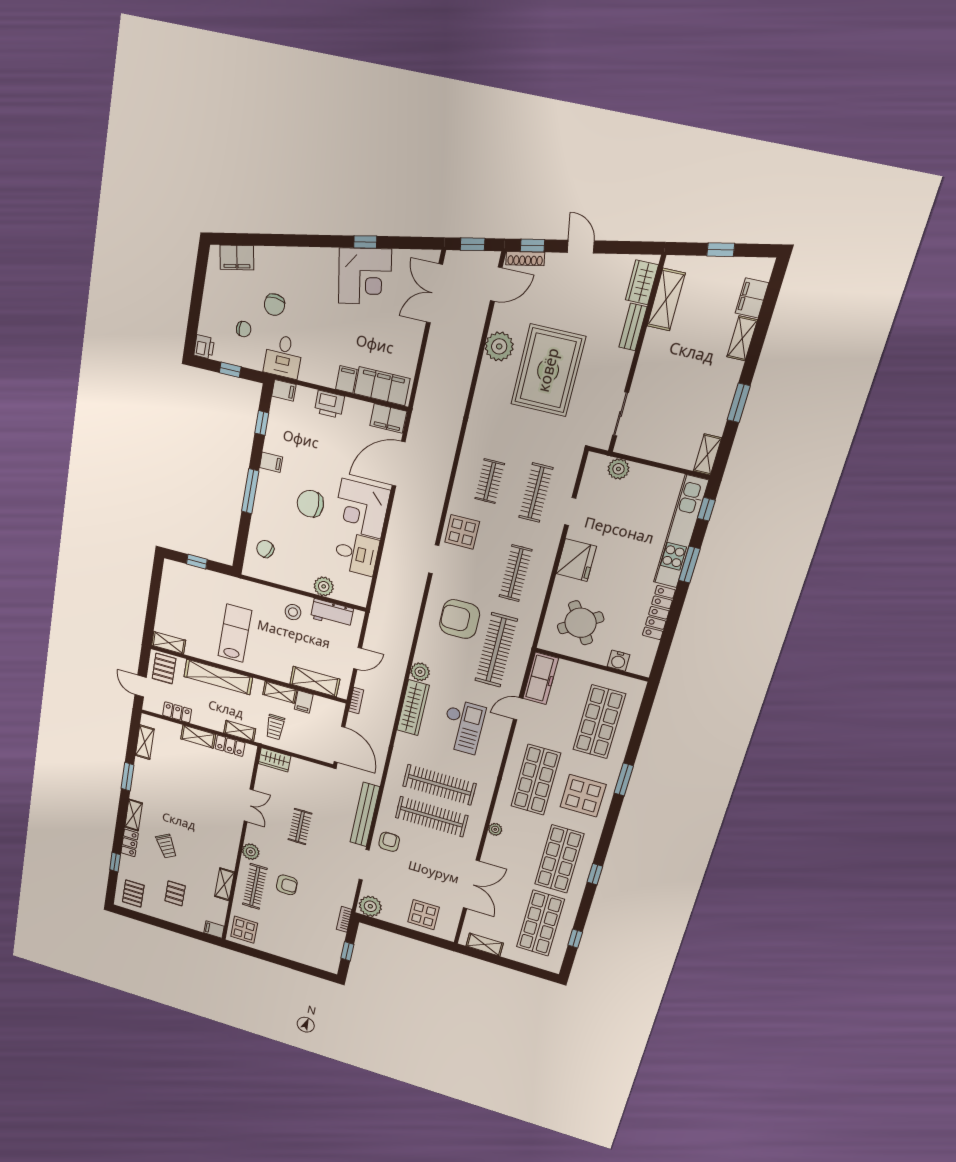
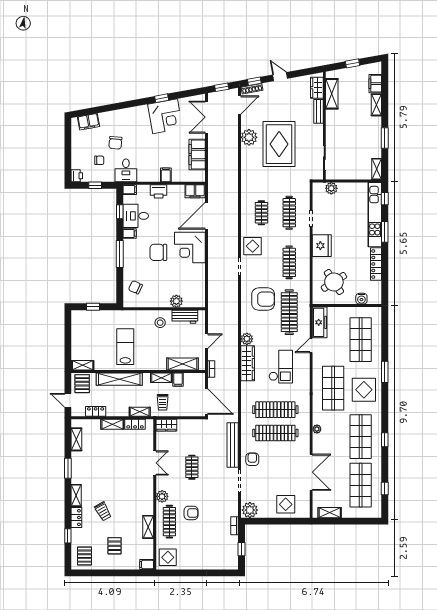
filing cabinet: (382, 386) -> (197, 155), moved, turned -90
desk: (356, 554) -> (136, 216), moved, turned 180
armchair: (460, 619) -> (263, 299), turned 180

